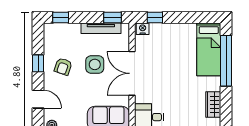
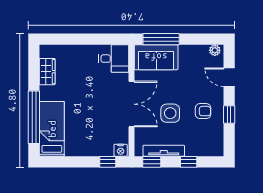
window: (61, 18) -> (189, 162), moved
armchair: (63, 67) -> (203, 111), turned 71

